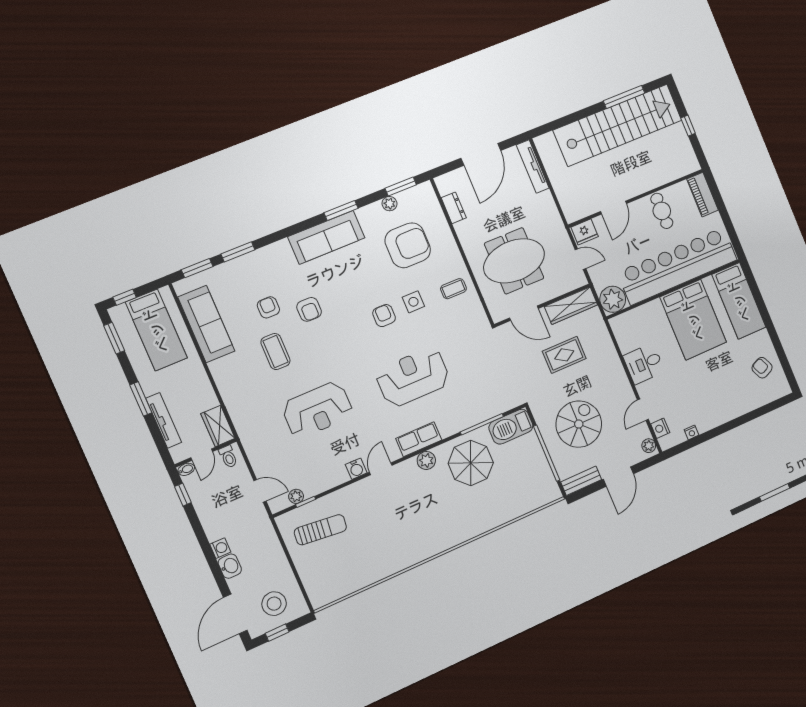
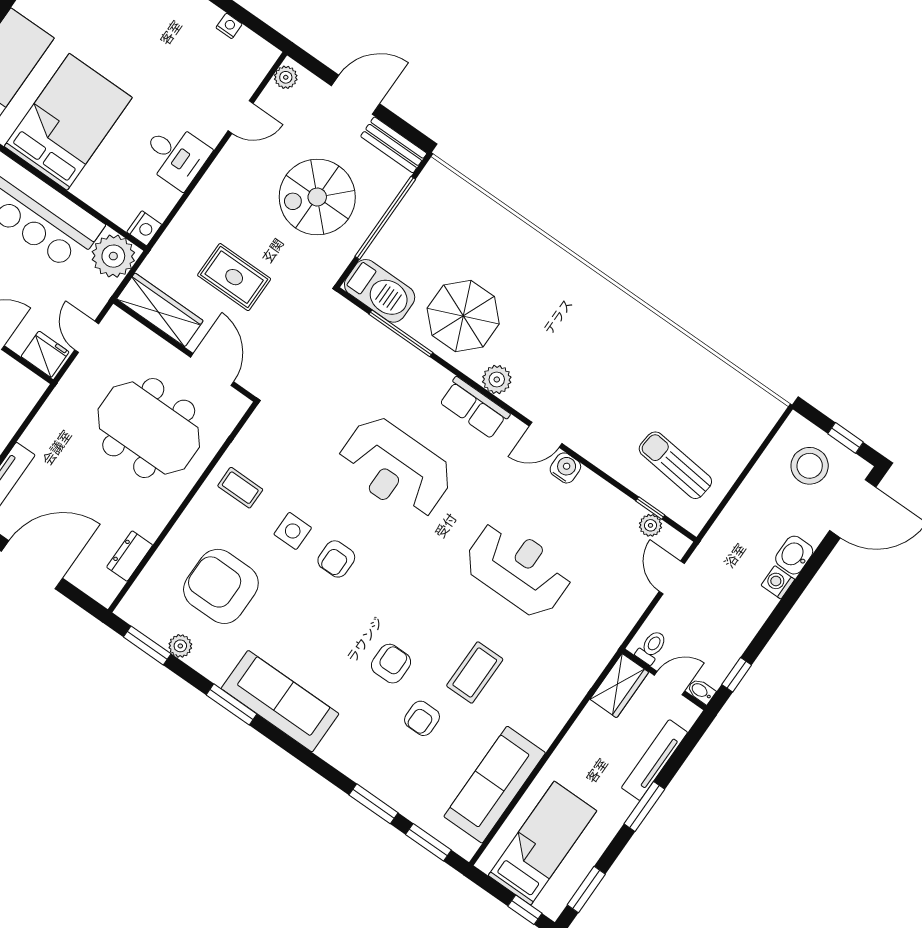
nightstand: (660, 428) -> (144, 228), moved

